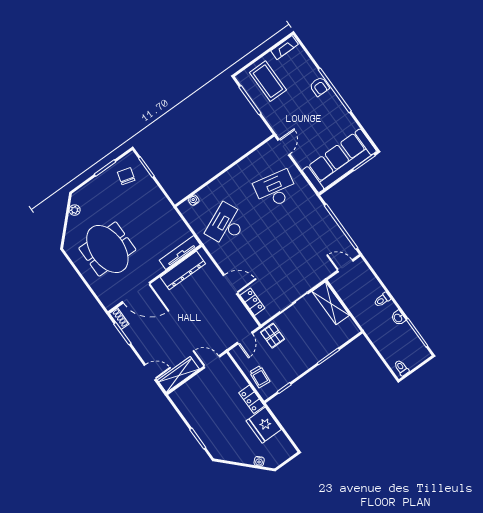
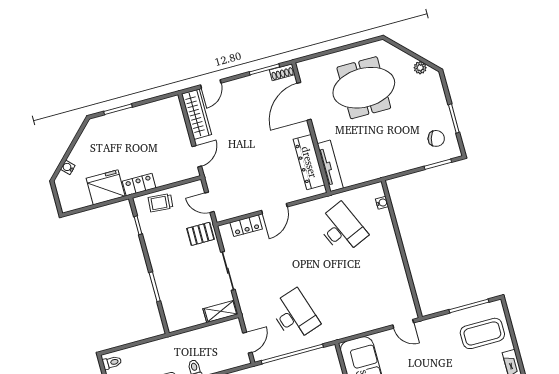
desk: (275, 189) -> (295, 315), moved, turned -30
shelving: (331, 303) -> (220, 311), width x0.67, depth x0.75

